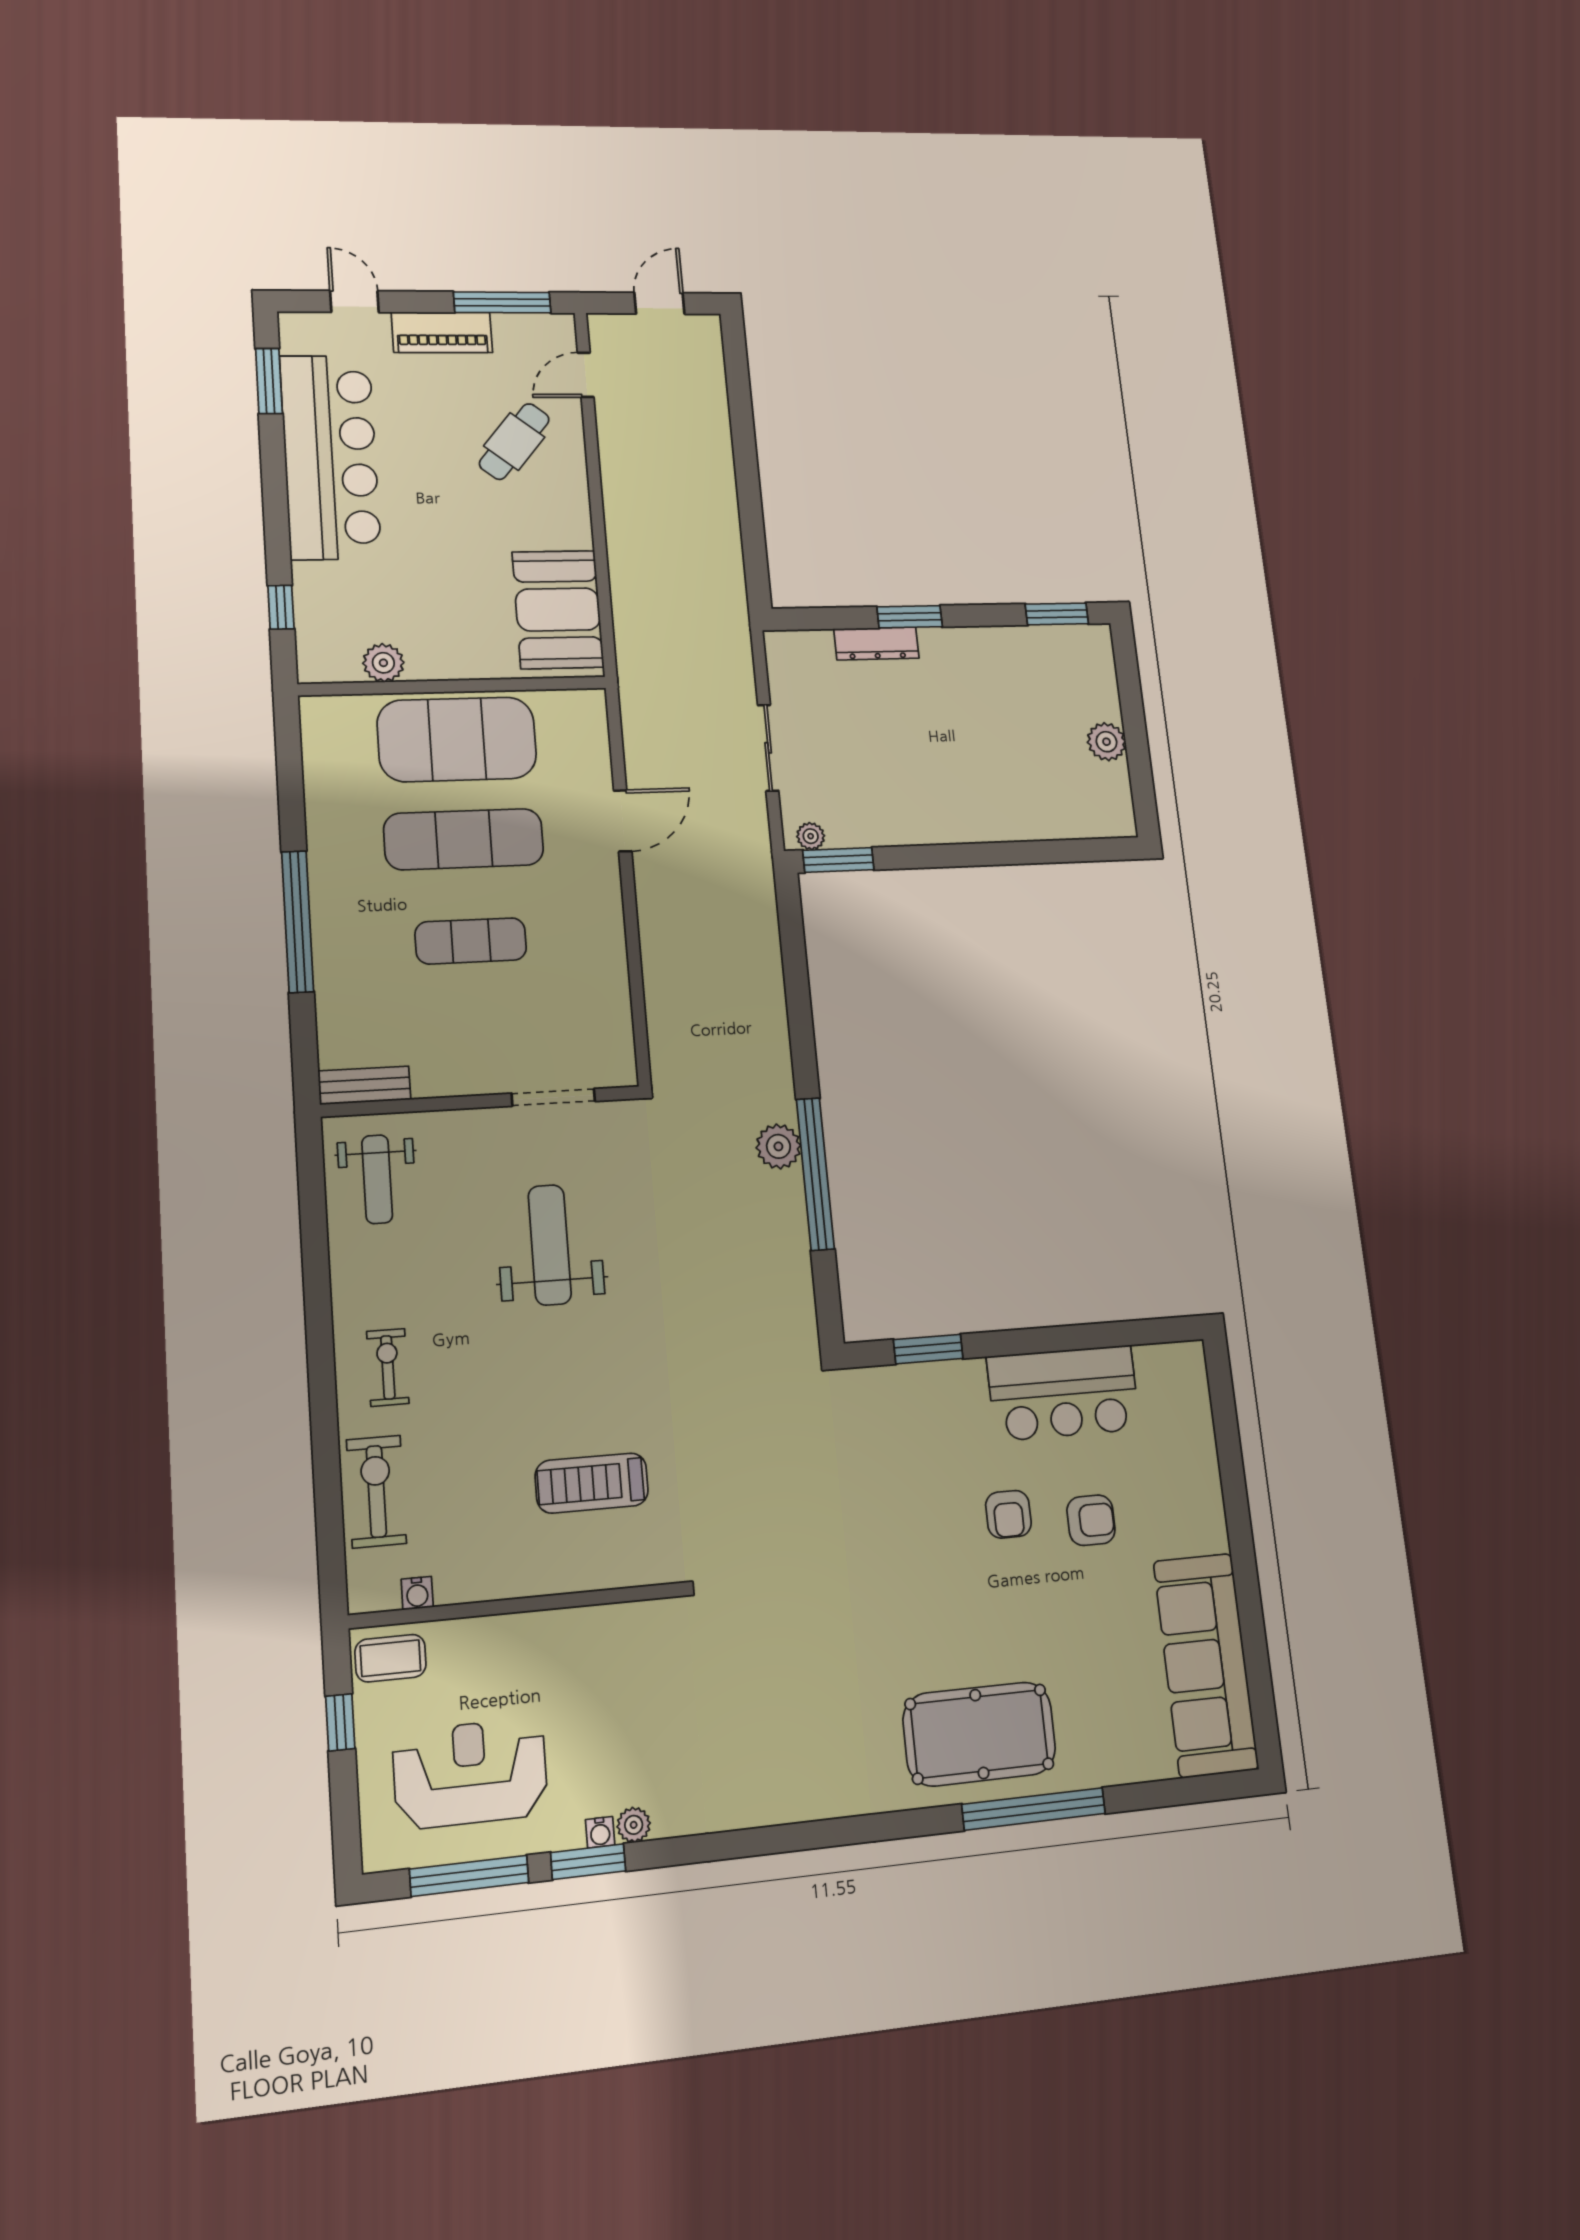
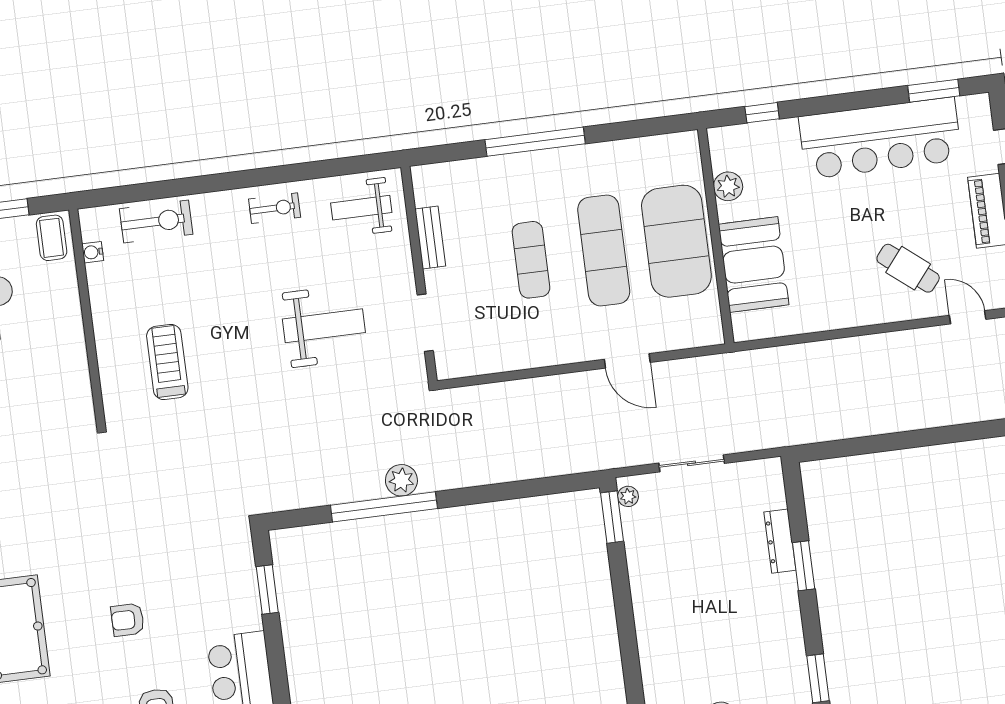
booth: (558, 610) -> (754, 265), moved, turned 90
bench: (365, 1085) -> (430, 237), moved
exercise bike: (388, 1367) -> (275, 208), moved
armchair: (1008, 1514) -> (128, 620), moved

